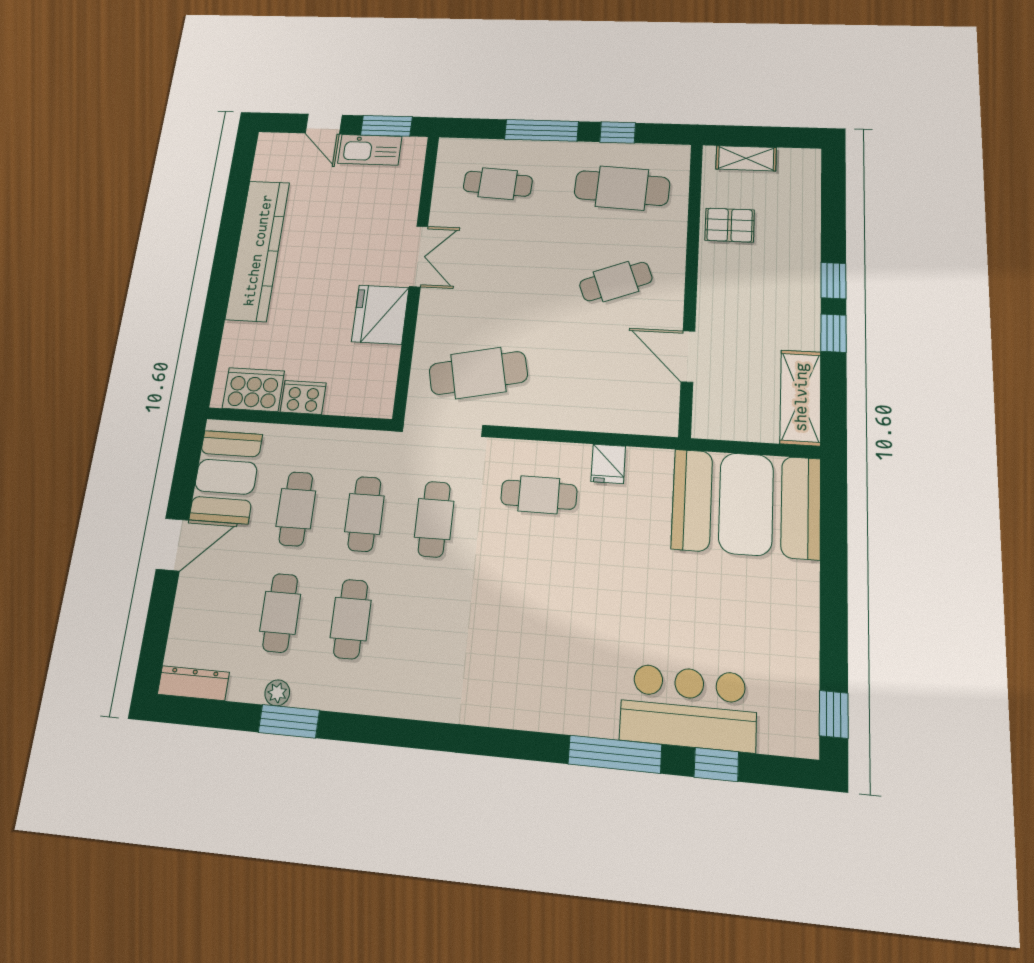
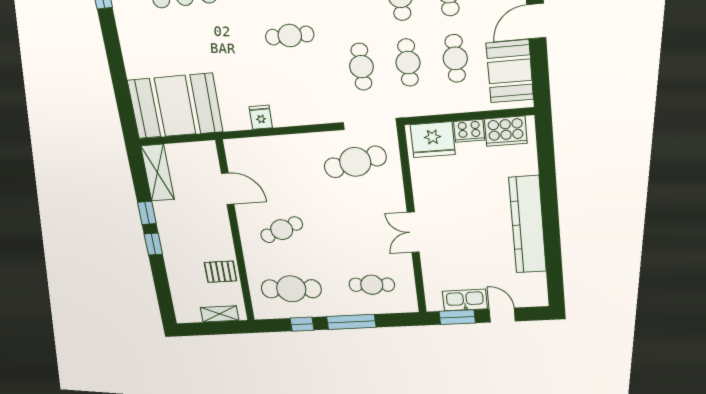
fridge: (380, 315) -> (433, 140), moved, turned 90
cafe table: (539, 495) -> (290, 36), moved

